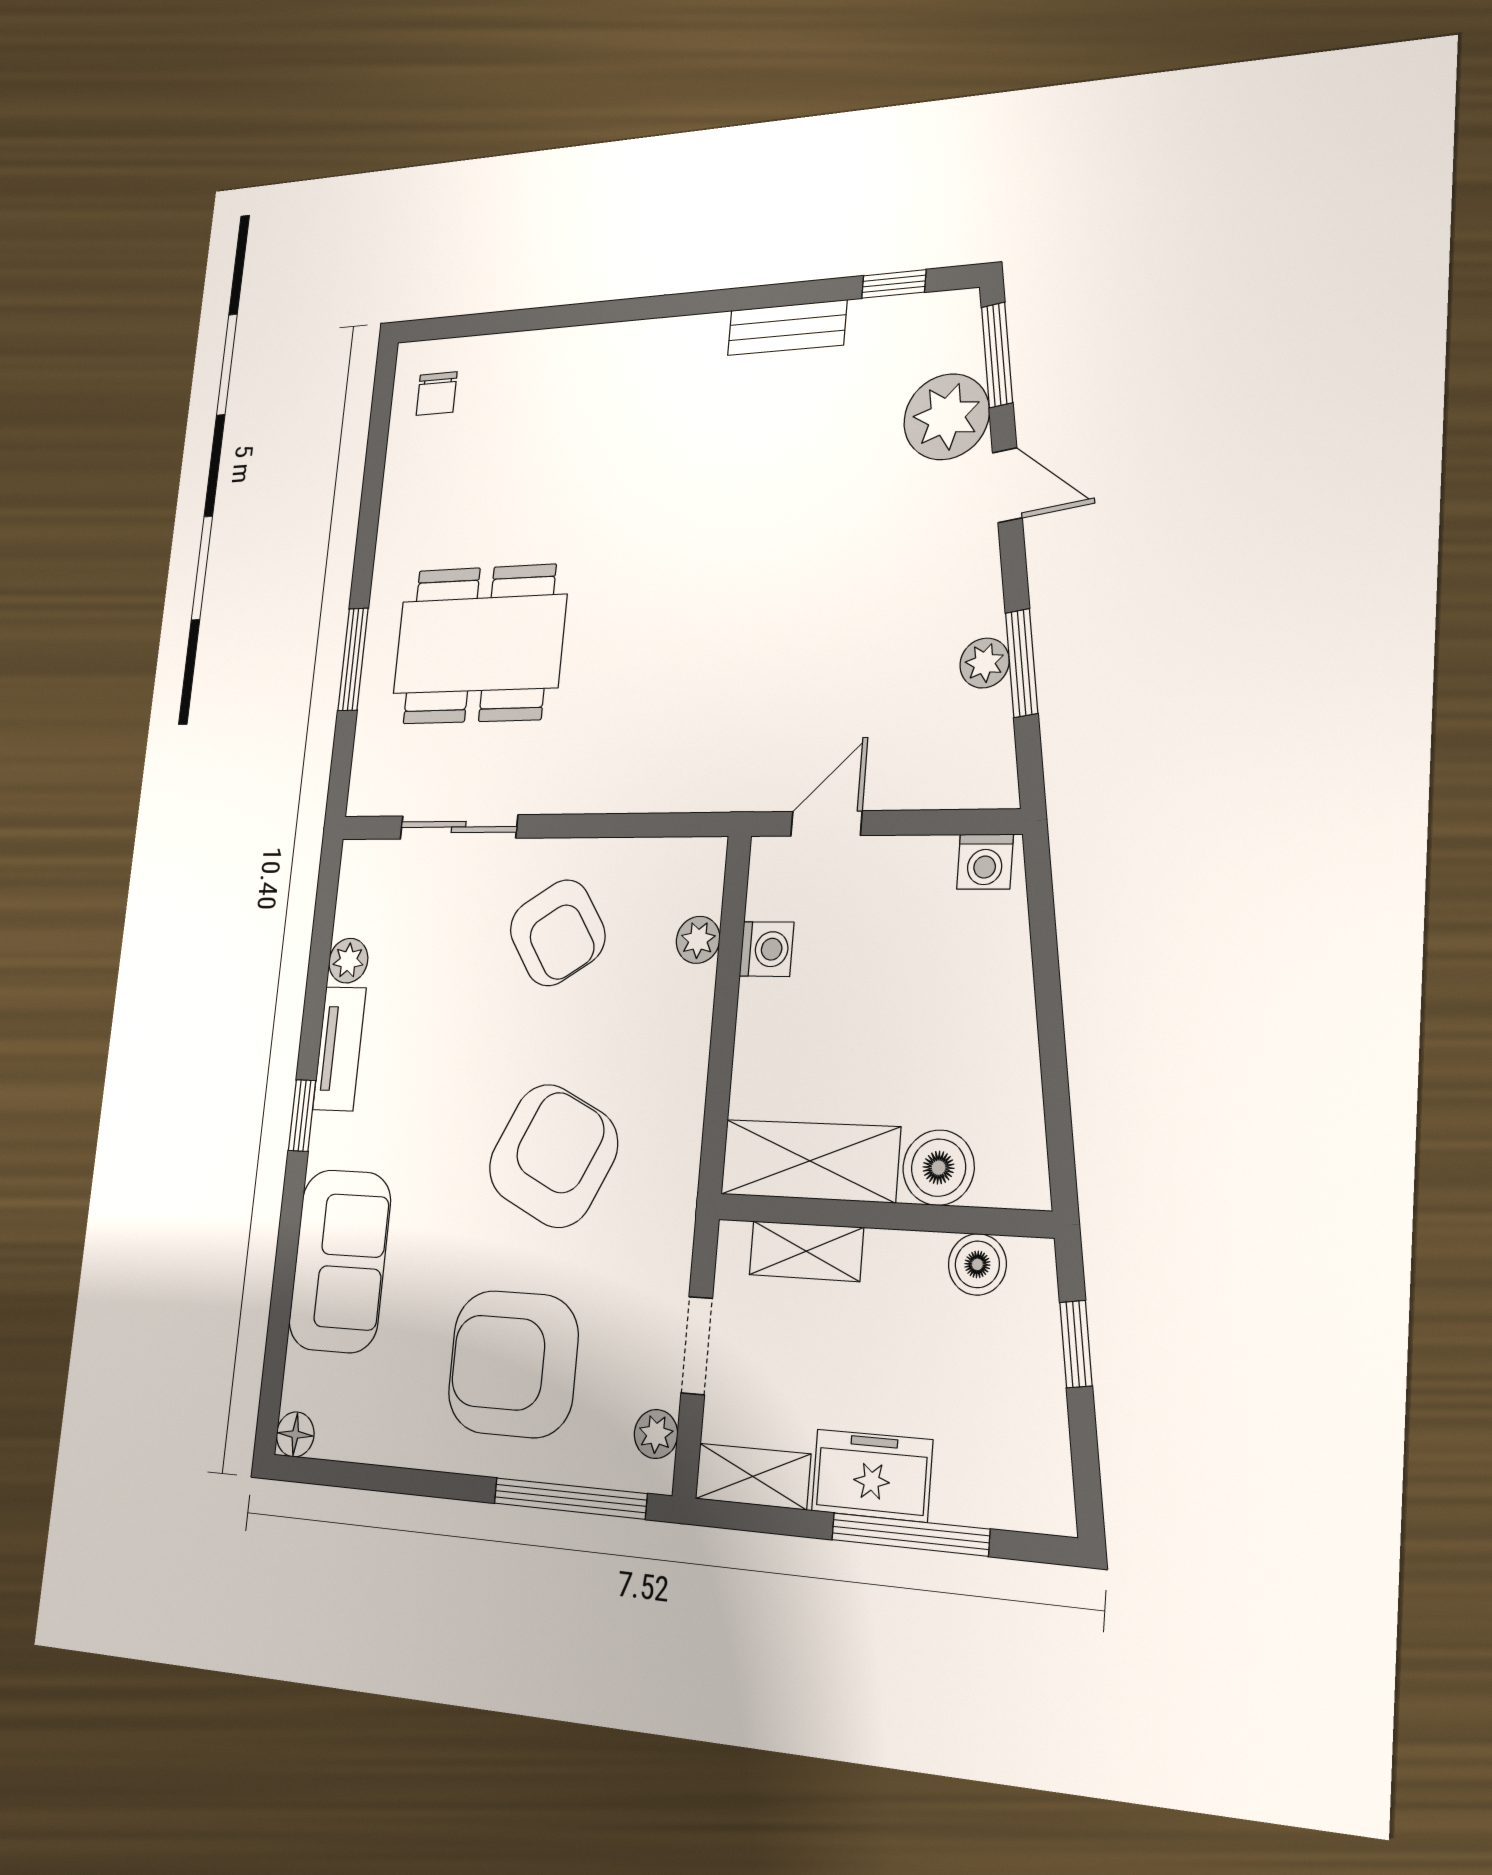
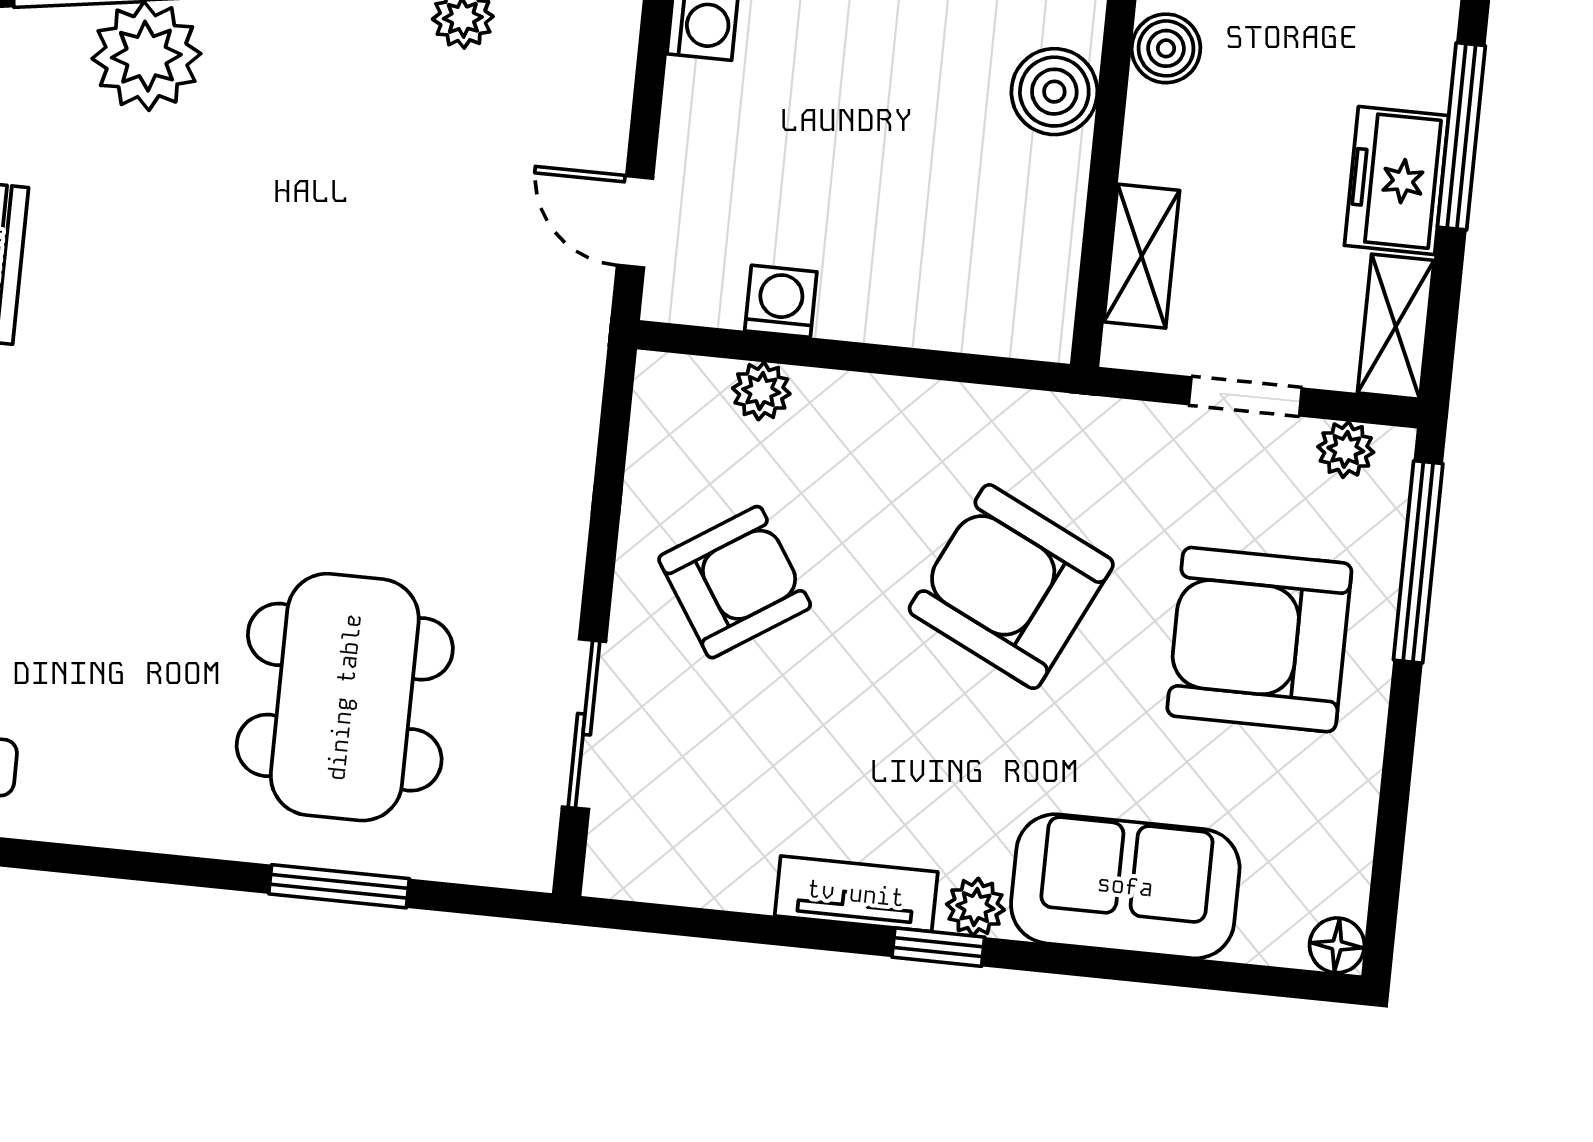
plant: (348, 961) -> (975, 907), moved
shelving: (810, 1161) -> (1037, 250), removed
armchair: (513, 1364) -> (1259, 640), turned 90

